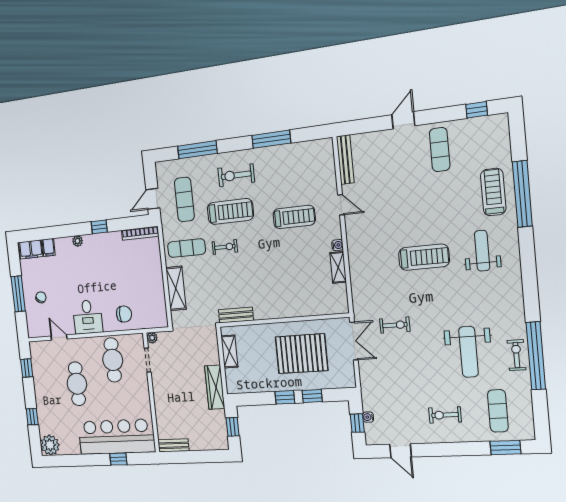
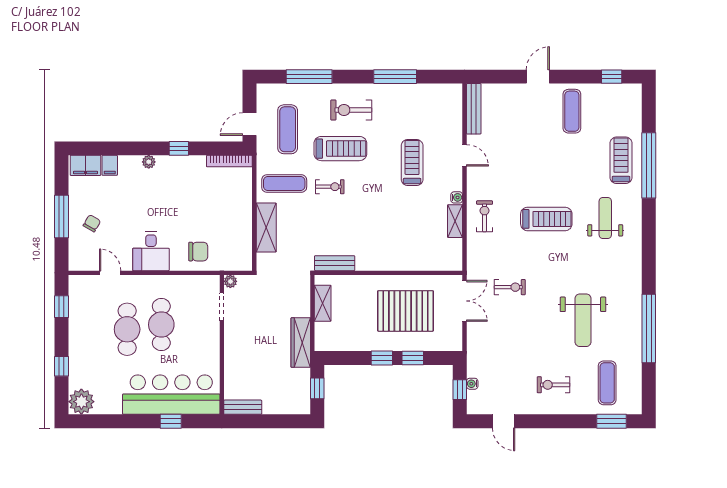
treadmill: (294, 217) -> (412, 163), turned -90
exercise bike: (516, 355) -> (485, 216), moved
cafe table: (113, 360) -> (161, 325), moved

